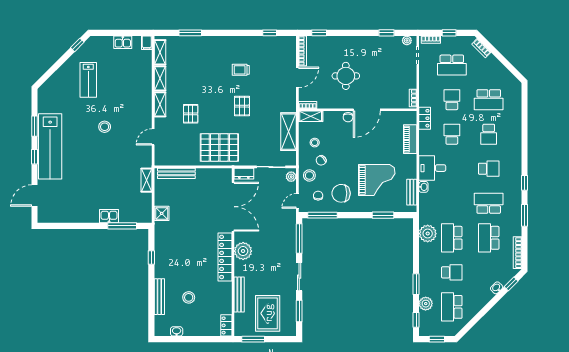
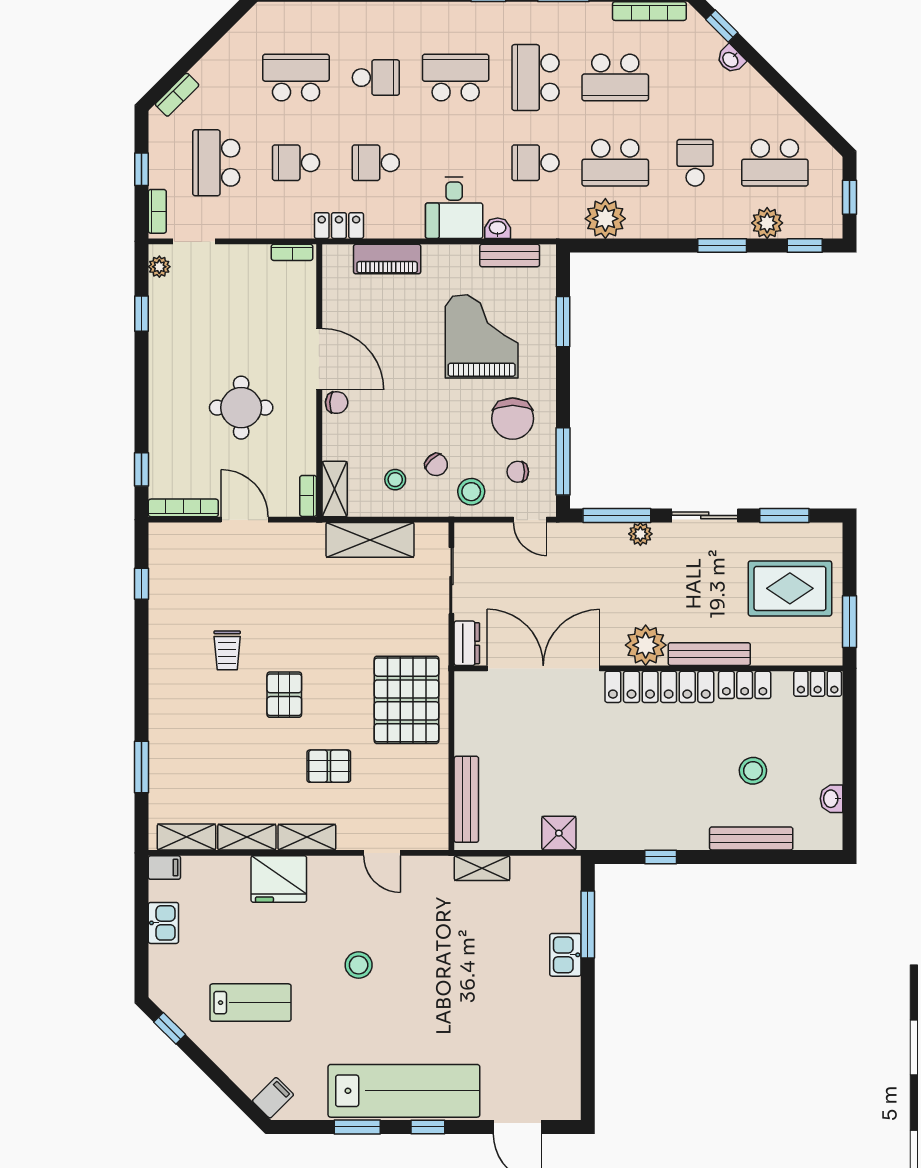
school desk: (452, 65) -> (216, 163), turned 180
filing cabinet: (47, 90) -> (273, 1098), added
fridge: (142, 92) -> (279, 879), added
school desk: (489, 100) -> (296, 78), turned -90
pallet: (242, 106) -> (284, 695), moved, turned 90
school desk: (489, 169) -> (456, 78), width x1.85
plant: (291, 177) -> (640, 534), moved
school desk: (452, 203) -> (535, 163), added
locker: (226, 294) -> (745, 685), added
bench: (239, 294) -> (709, 654), moved

